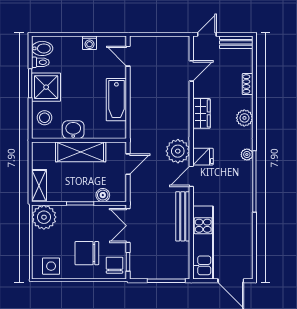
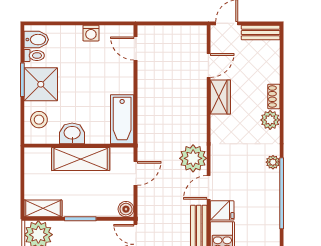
shoe rack: (248, 84) -> (274, 97), moved
bathtub: (116, 100) -> (122, 119), moved
wardrobe: (201, 113) -> (220, 97), moved
fridge: (203, 157) -> (222, 210), moved
shelving: (39, 186) -> (43, 208), moved, turned 90
boiler: (103, 195) -> (126, 209), moved

